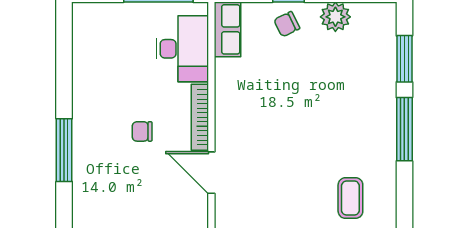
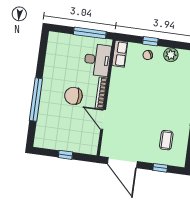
chair: (142, 131) -> (73, 96), width x1.87, depth x1.87
window: (64, 150) -> (36, 100), width x1.46

